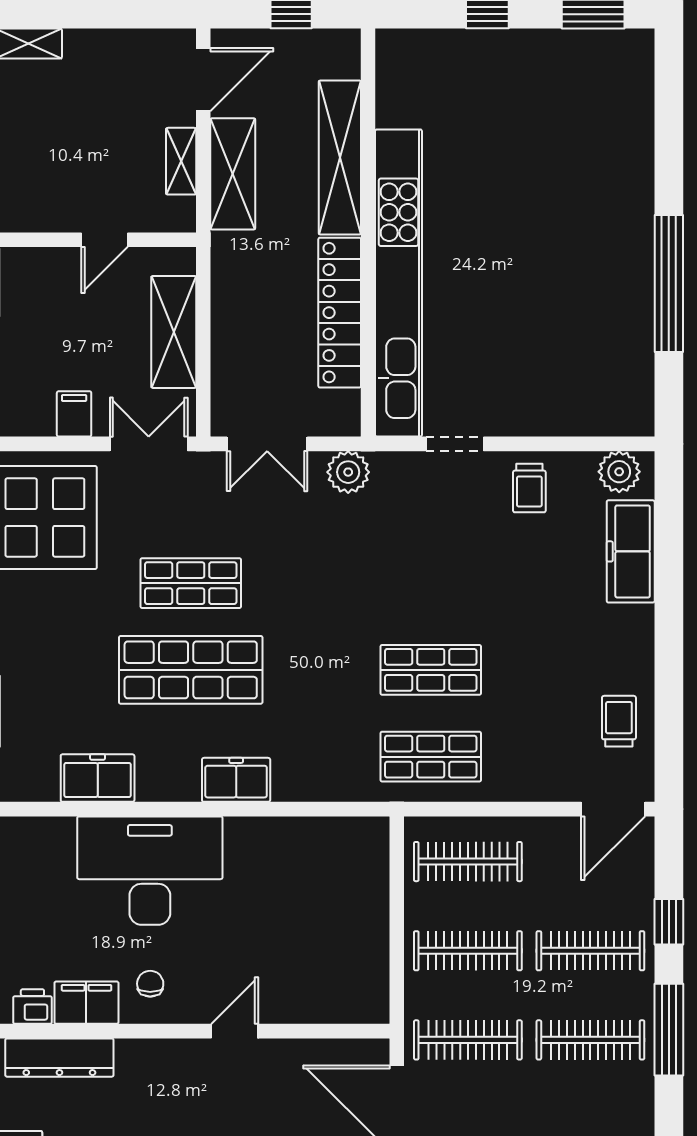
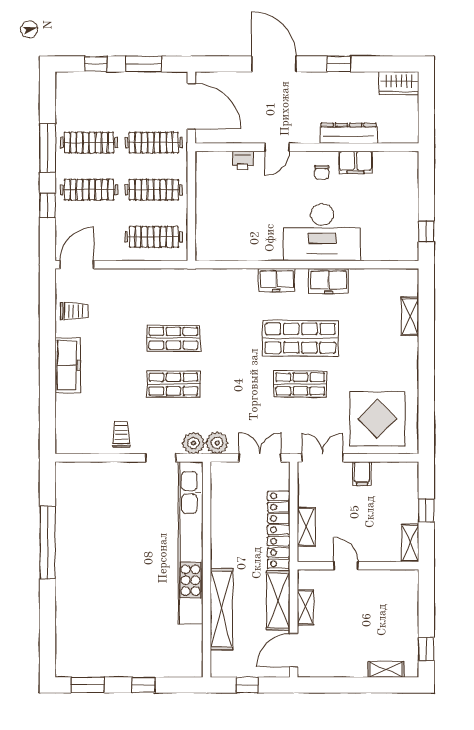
door: (104, 240) -> (346, 566), hinge flipped
locker: (340, 313) -> (279, 530), moved, turned 180
shelving: (174, 332) -> (306, 527), width x0.67, depth x0.75
double door: (149, 444) -> (323, 458), swing flipped
plant: (619, 472) -> (193, 443), moved
freezer: (631, 551) -> (68, 365), moved
trolley: (619, 721) -> (74, 311), turned -90
shop shelf: (431, 757) -> (173, 384), moved
freezer: (98, 778) -> (328, 281), moved
printer: (32, 1007) -> (243, 160), moved
dresser: (59, 1058) -> (349, 133), moved

